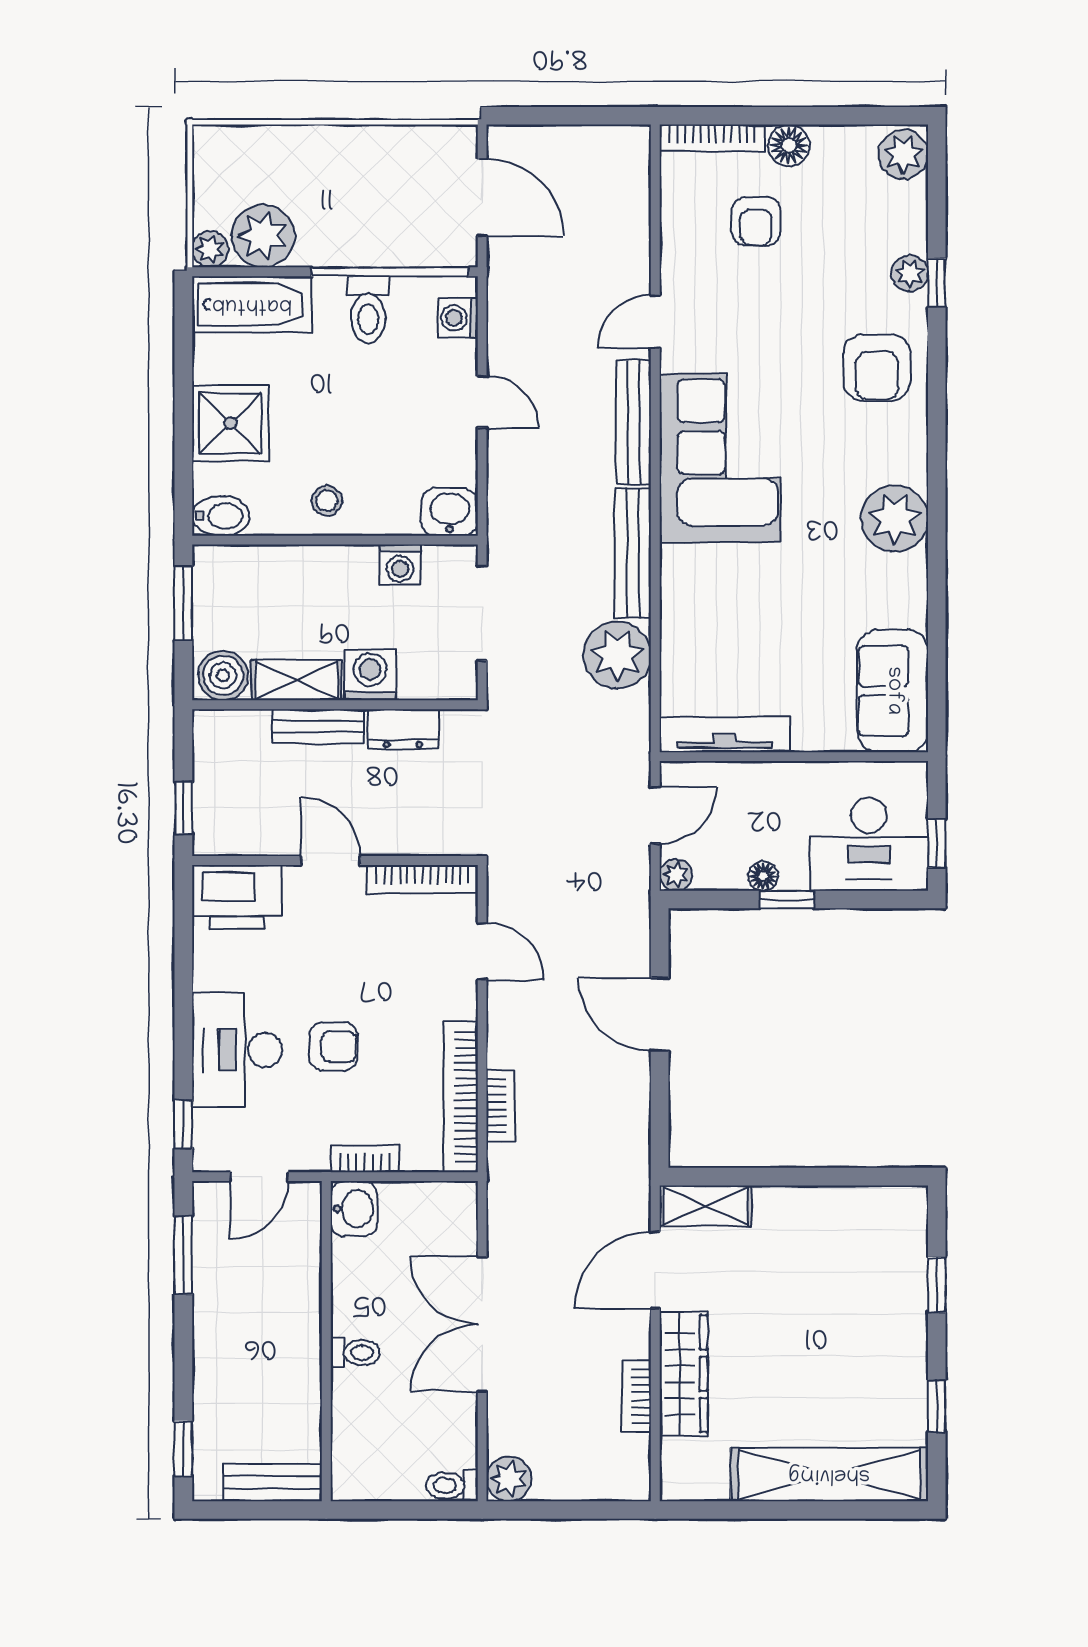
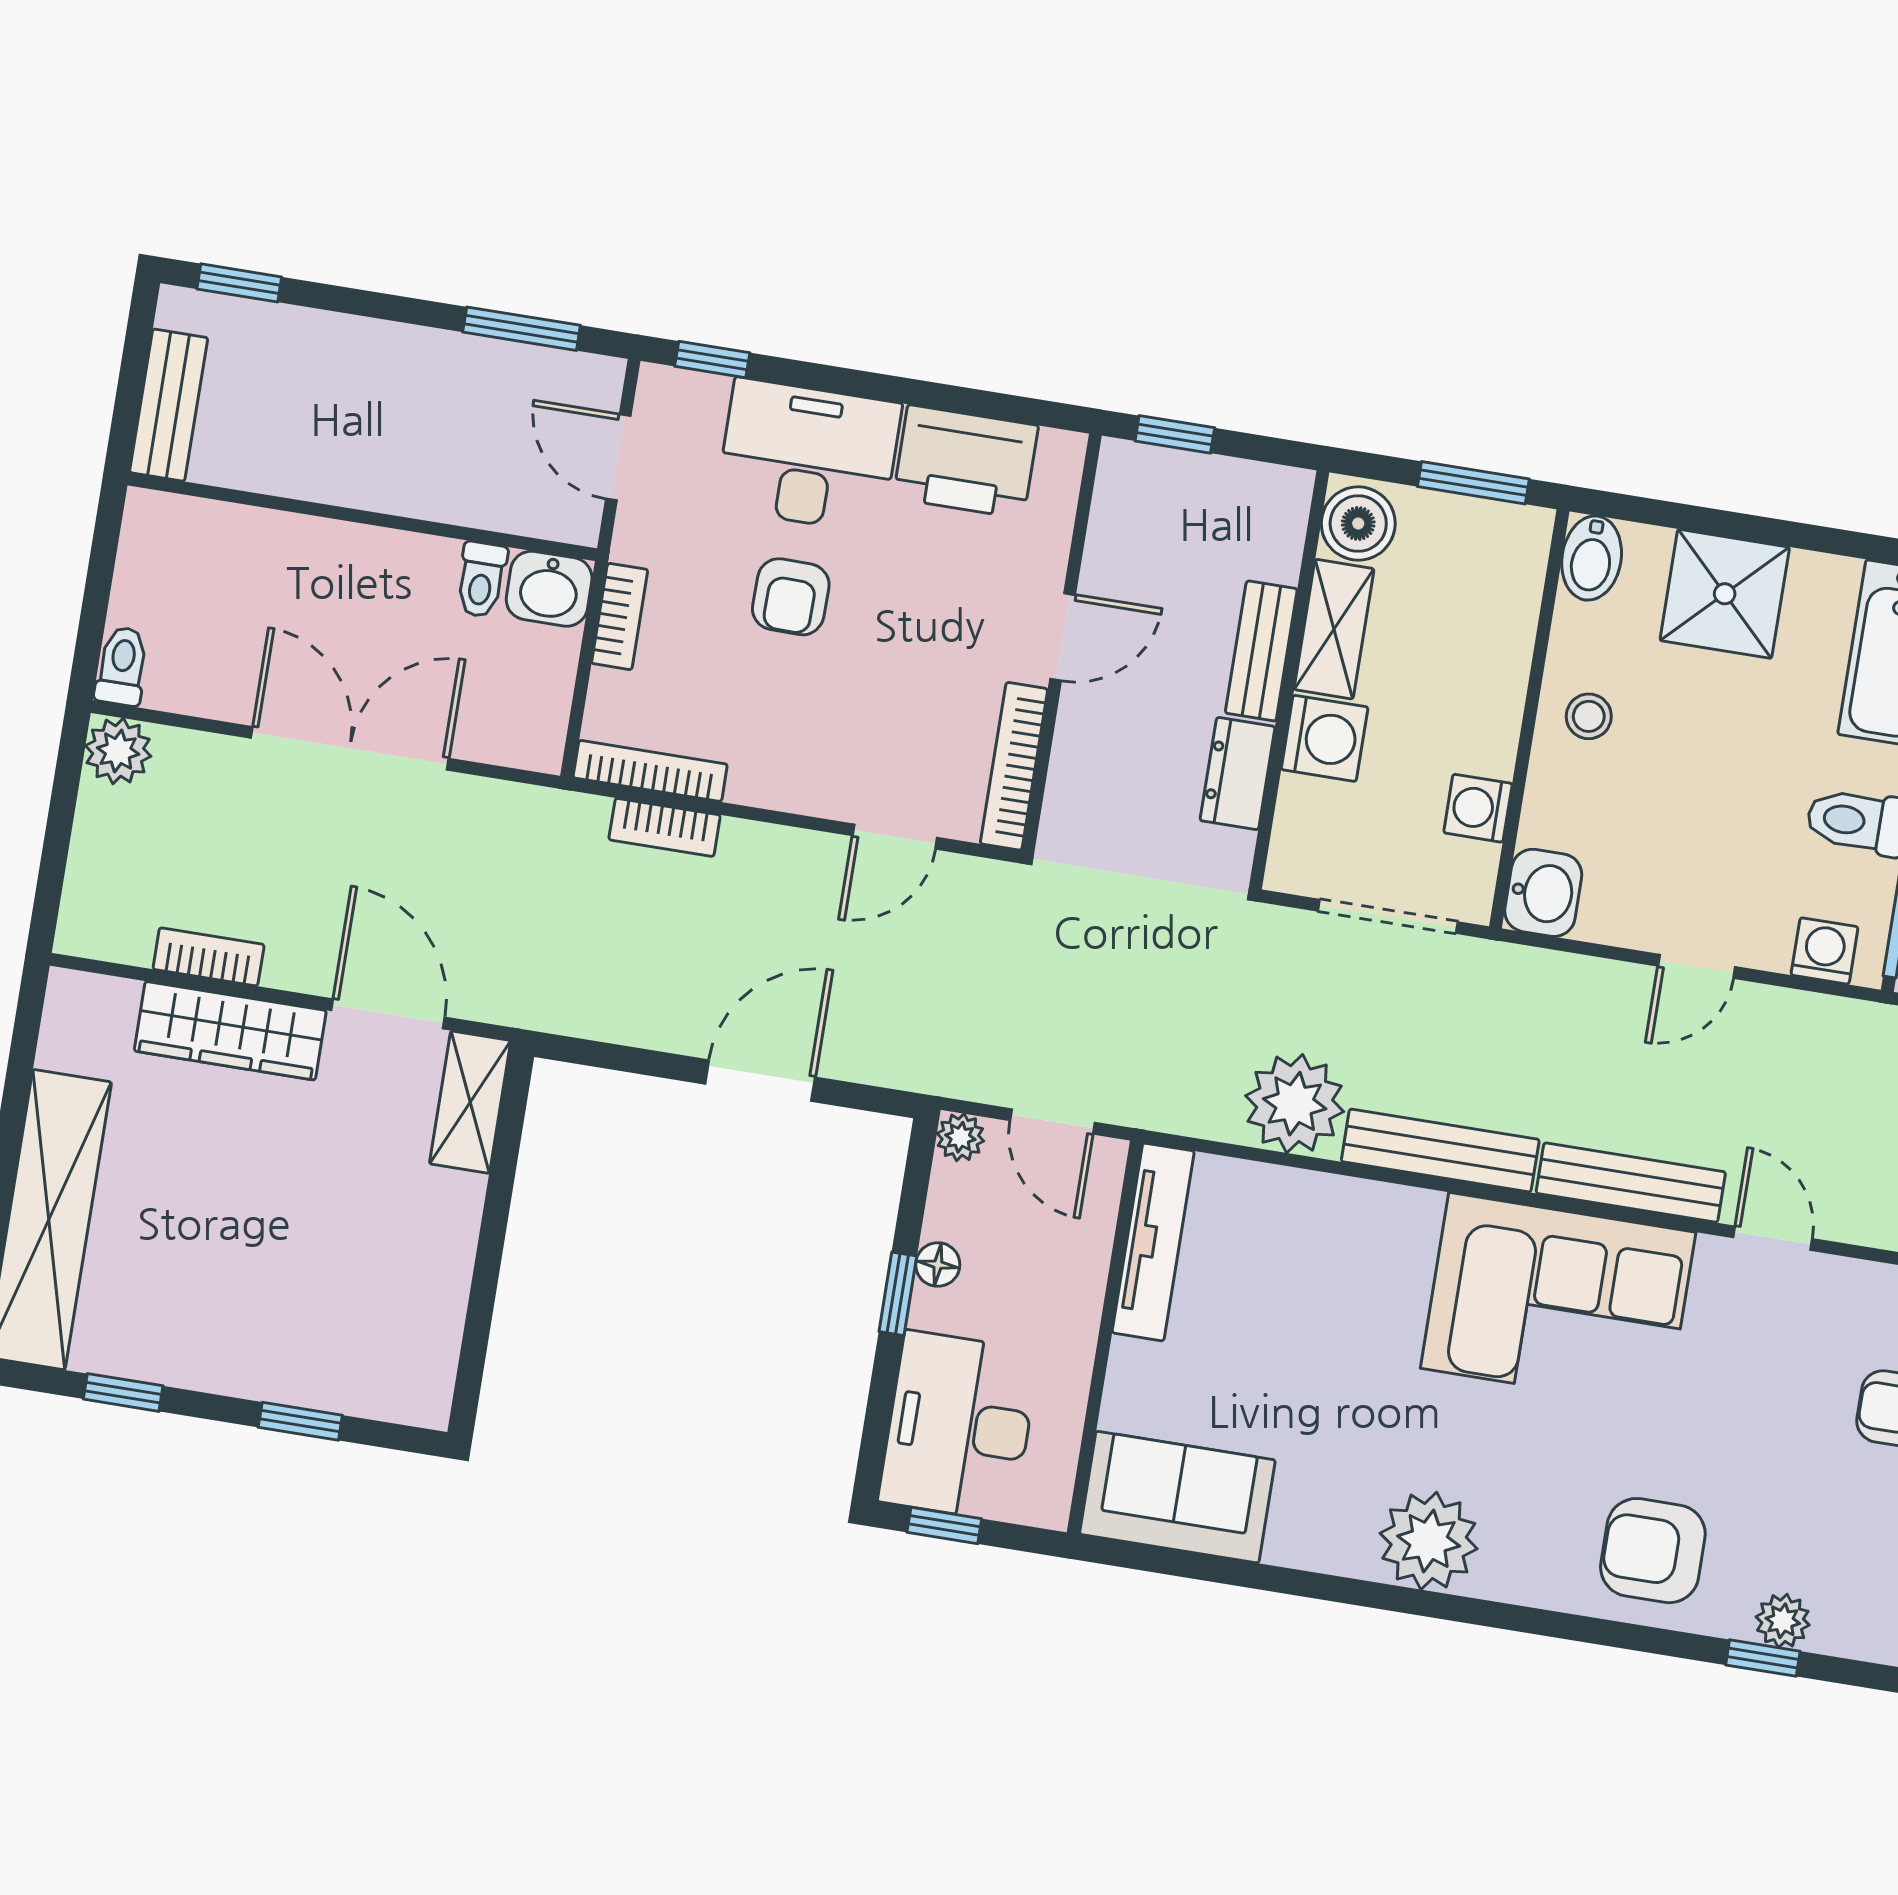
printer: (237, 897) -> (966, 462), moved, turned -90
bookcase: (461, 1097) -> (650, 771), width x0.68, depth x0.76
toilet: (355, 1353) -> (481, 580), moved

